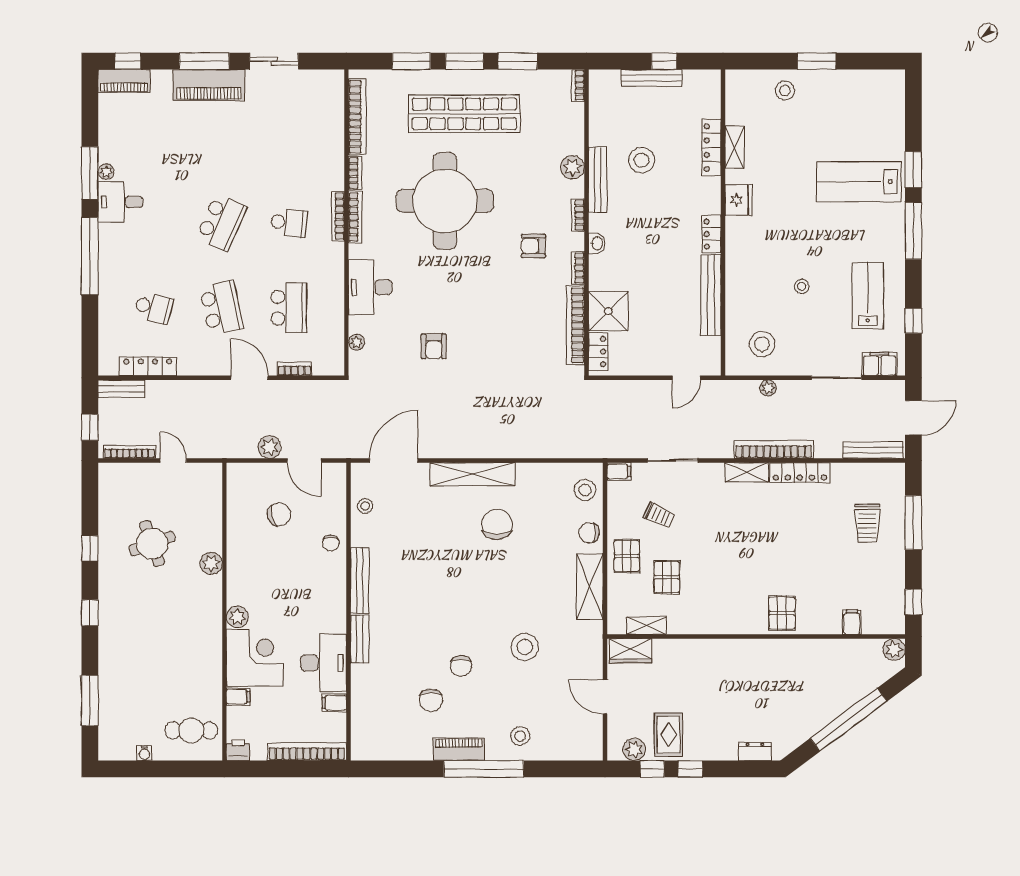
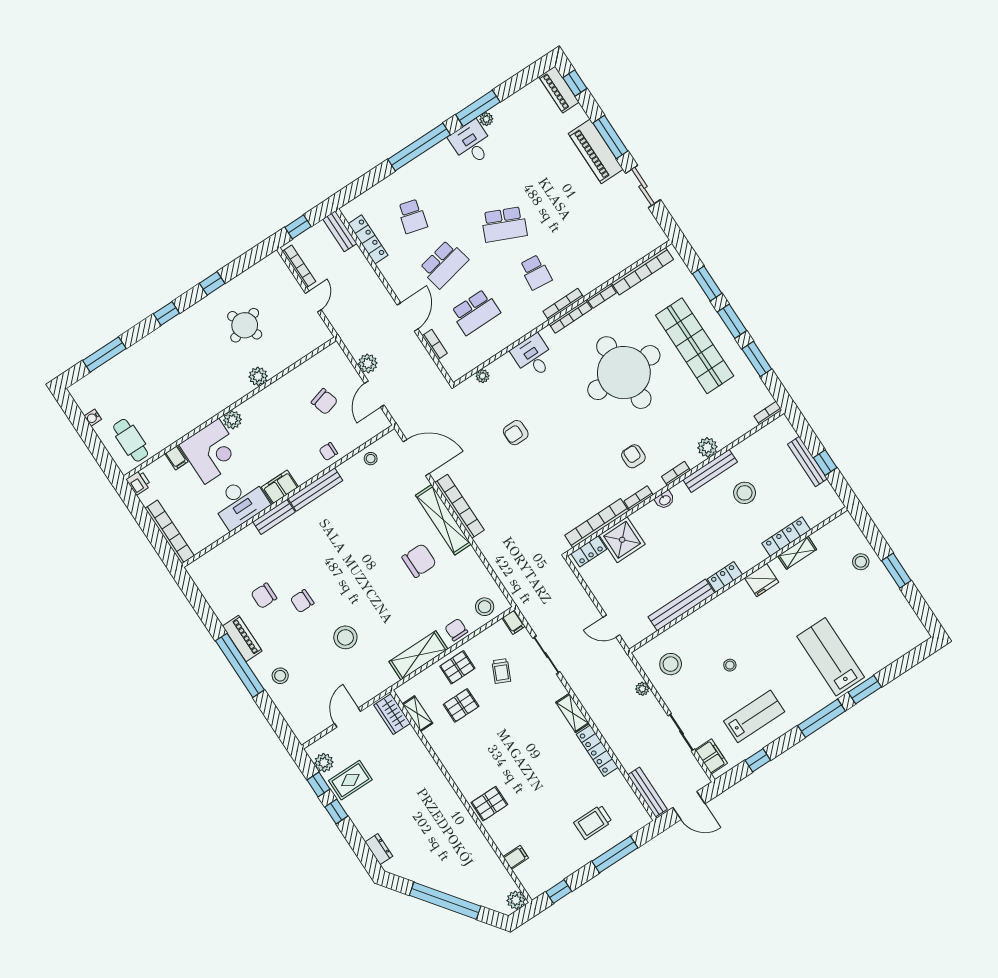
desk: (370, 287) -> (533, 357), width x0.73
bookcase: (774, 449) -> (460, 506), moved
filing cabinet: (334, 703) -> (280, 487), moved, width x2.00

